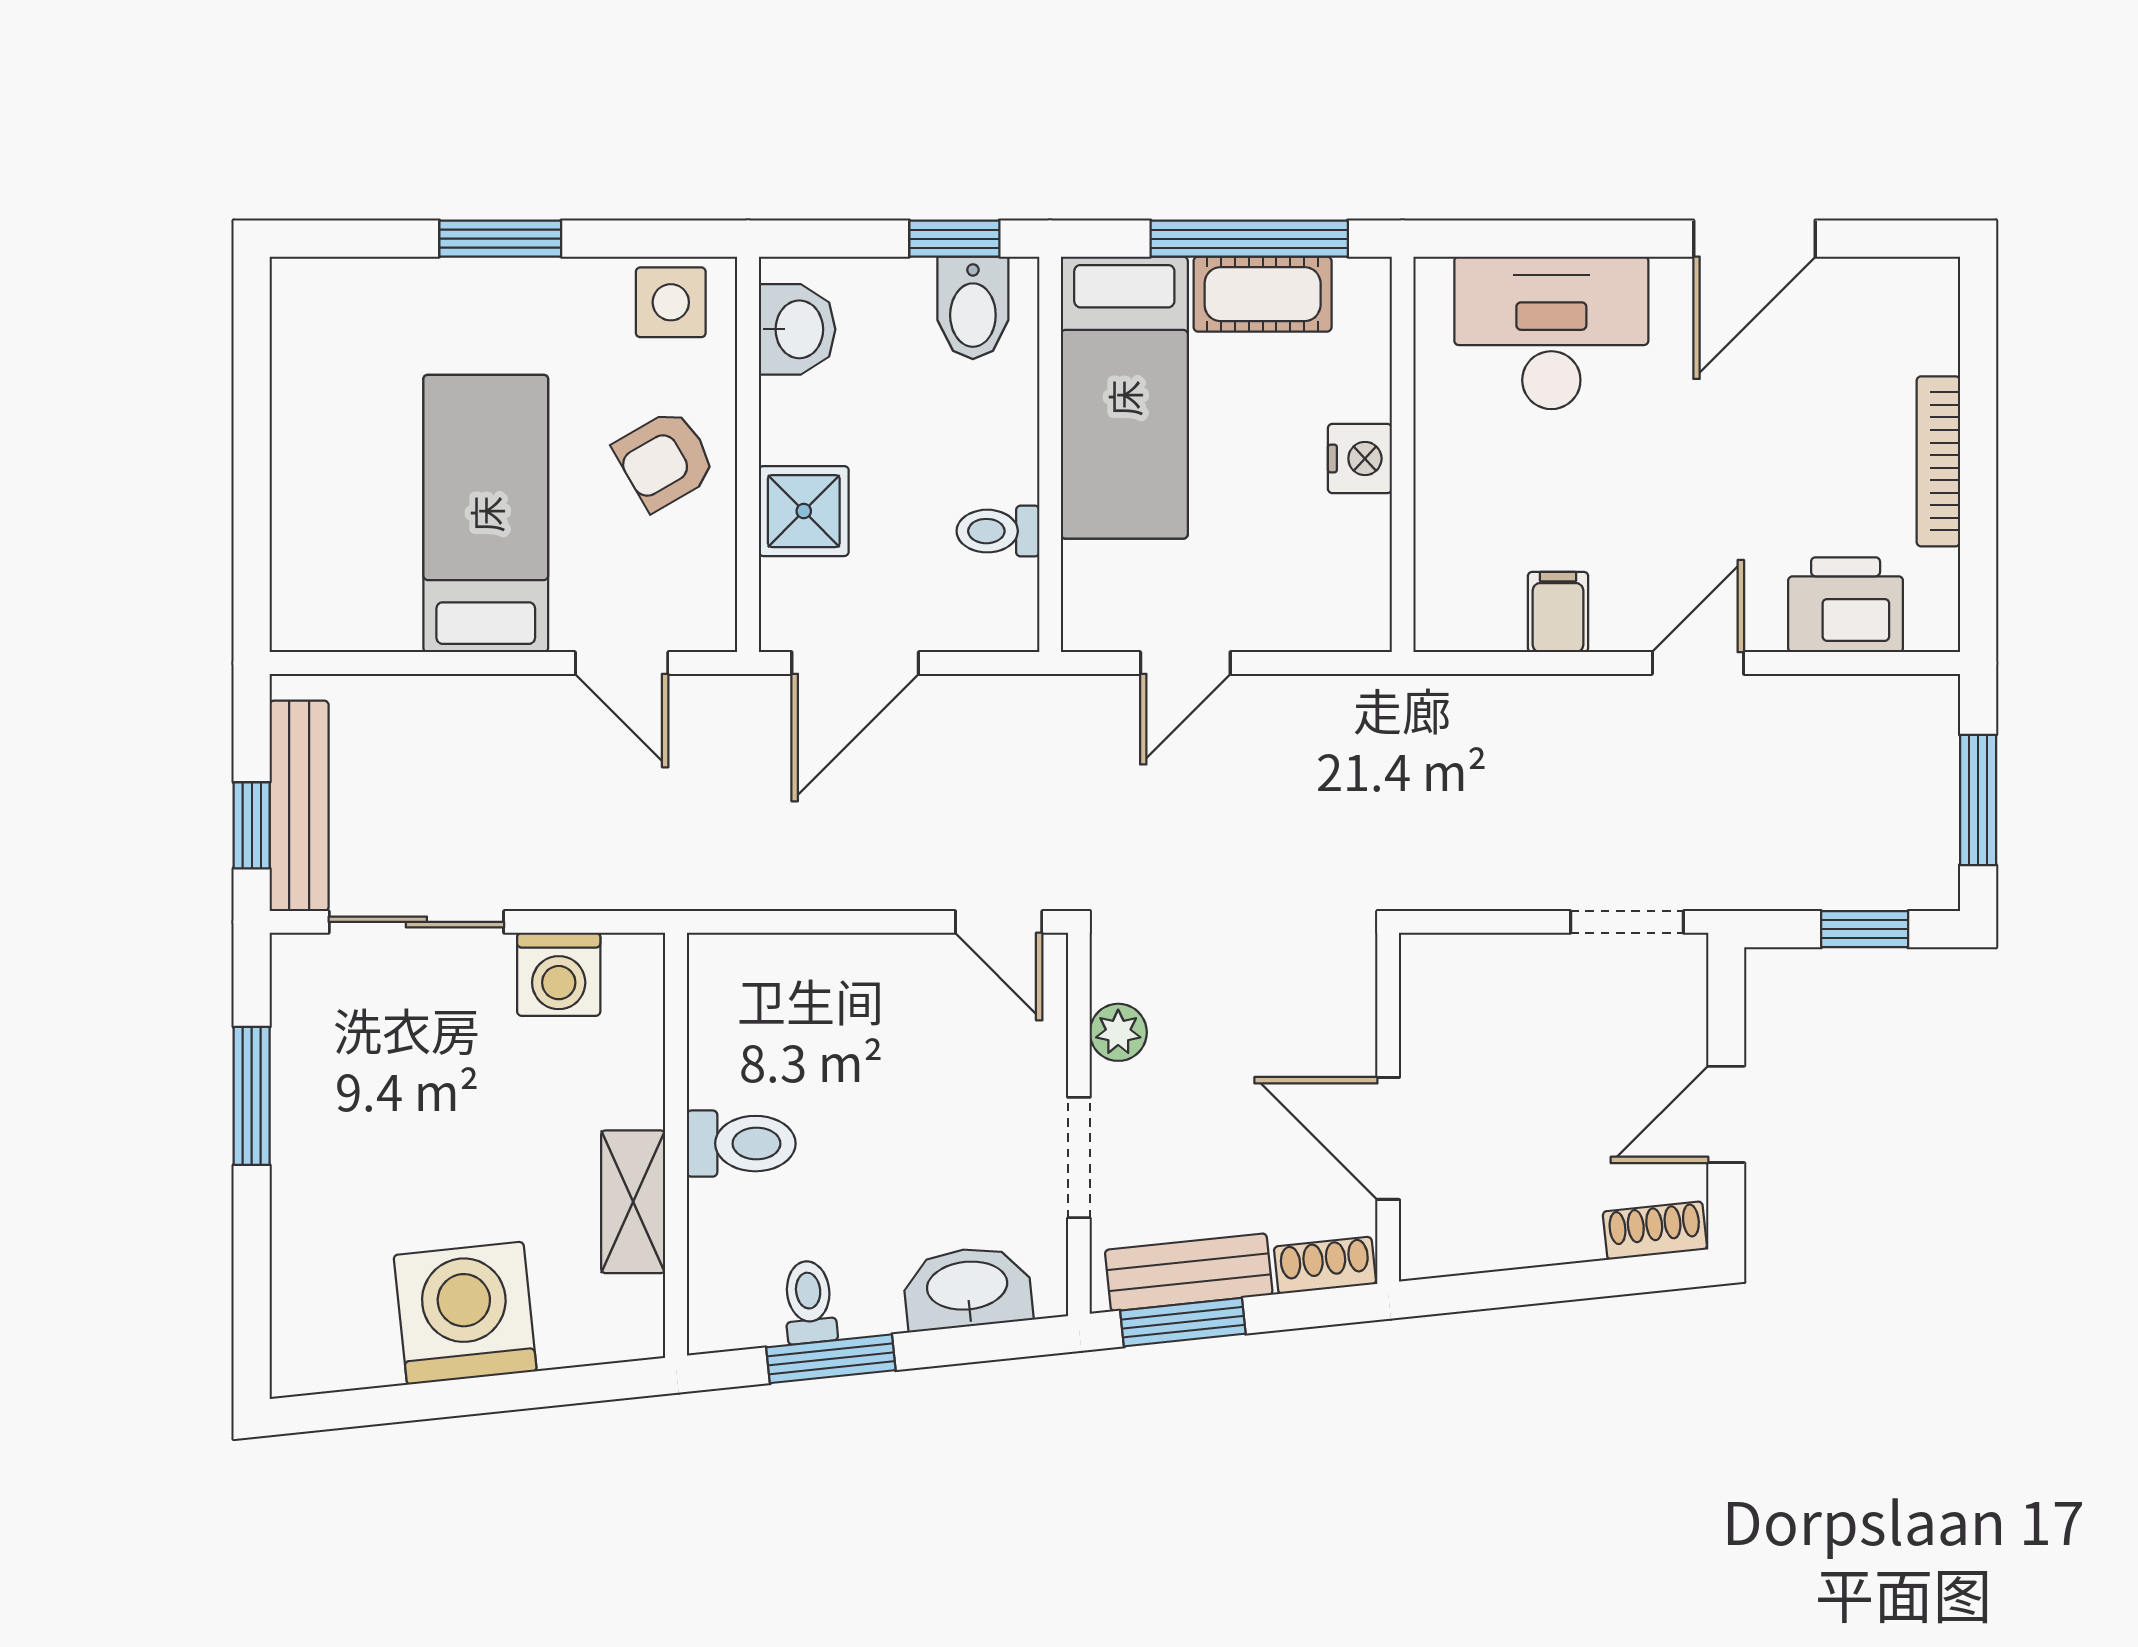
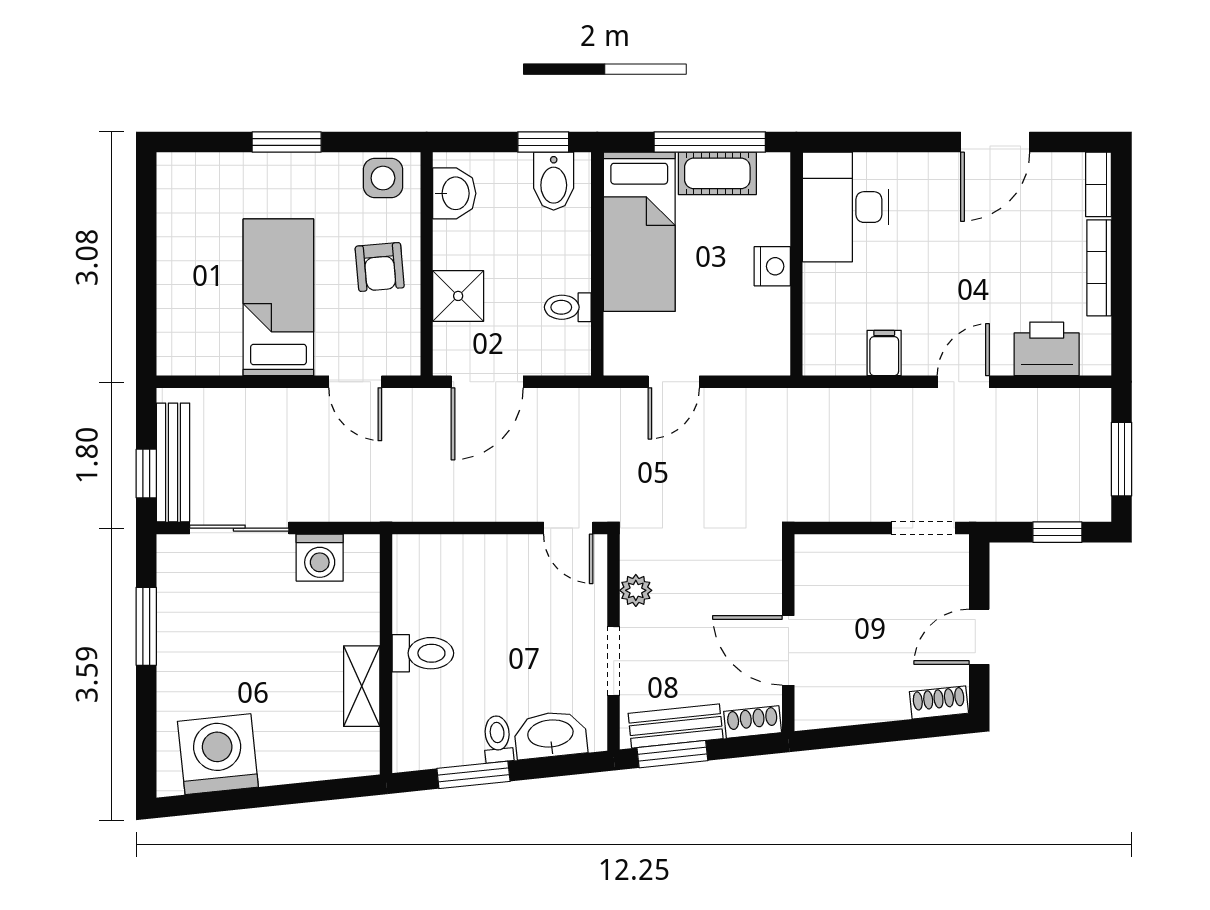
bookcase: (1937, 314) -> (1098, 184), added
desk: (1551, 333) -> (846, 207), moved, turned -90
armchair: (665, 460) -> (380, 267), turned -65
toilet: (809, 1302) -> (498, 739), moved
washing machine: (465, 1313) -> (218, 754), moved

